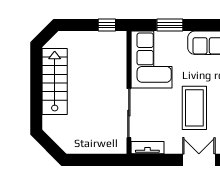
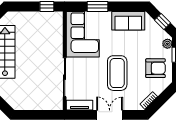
double door: (199, 160) -> (110, 115), moved

